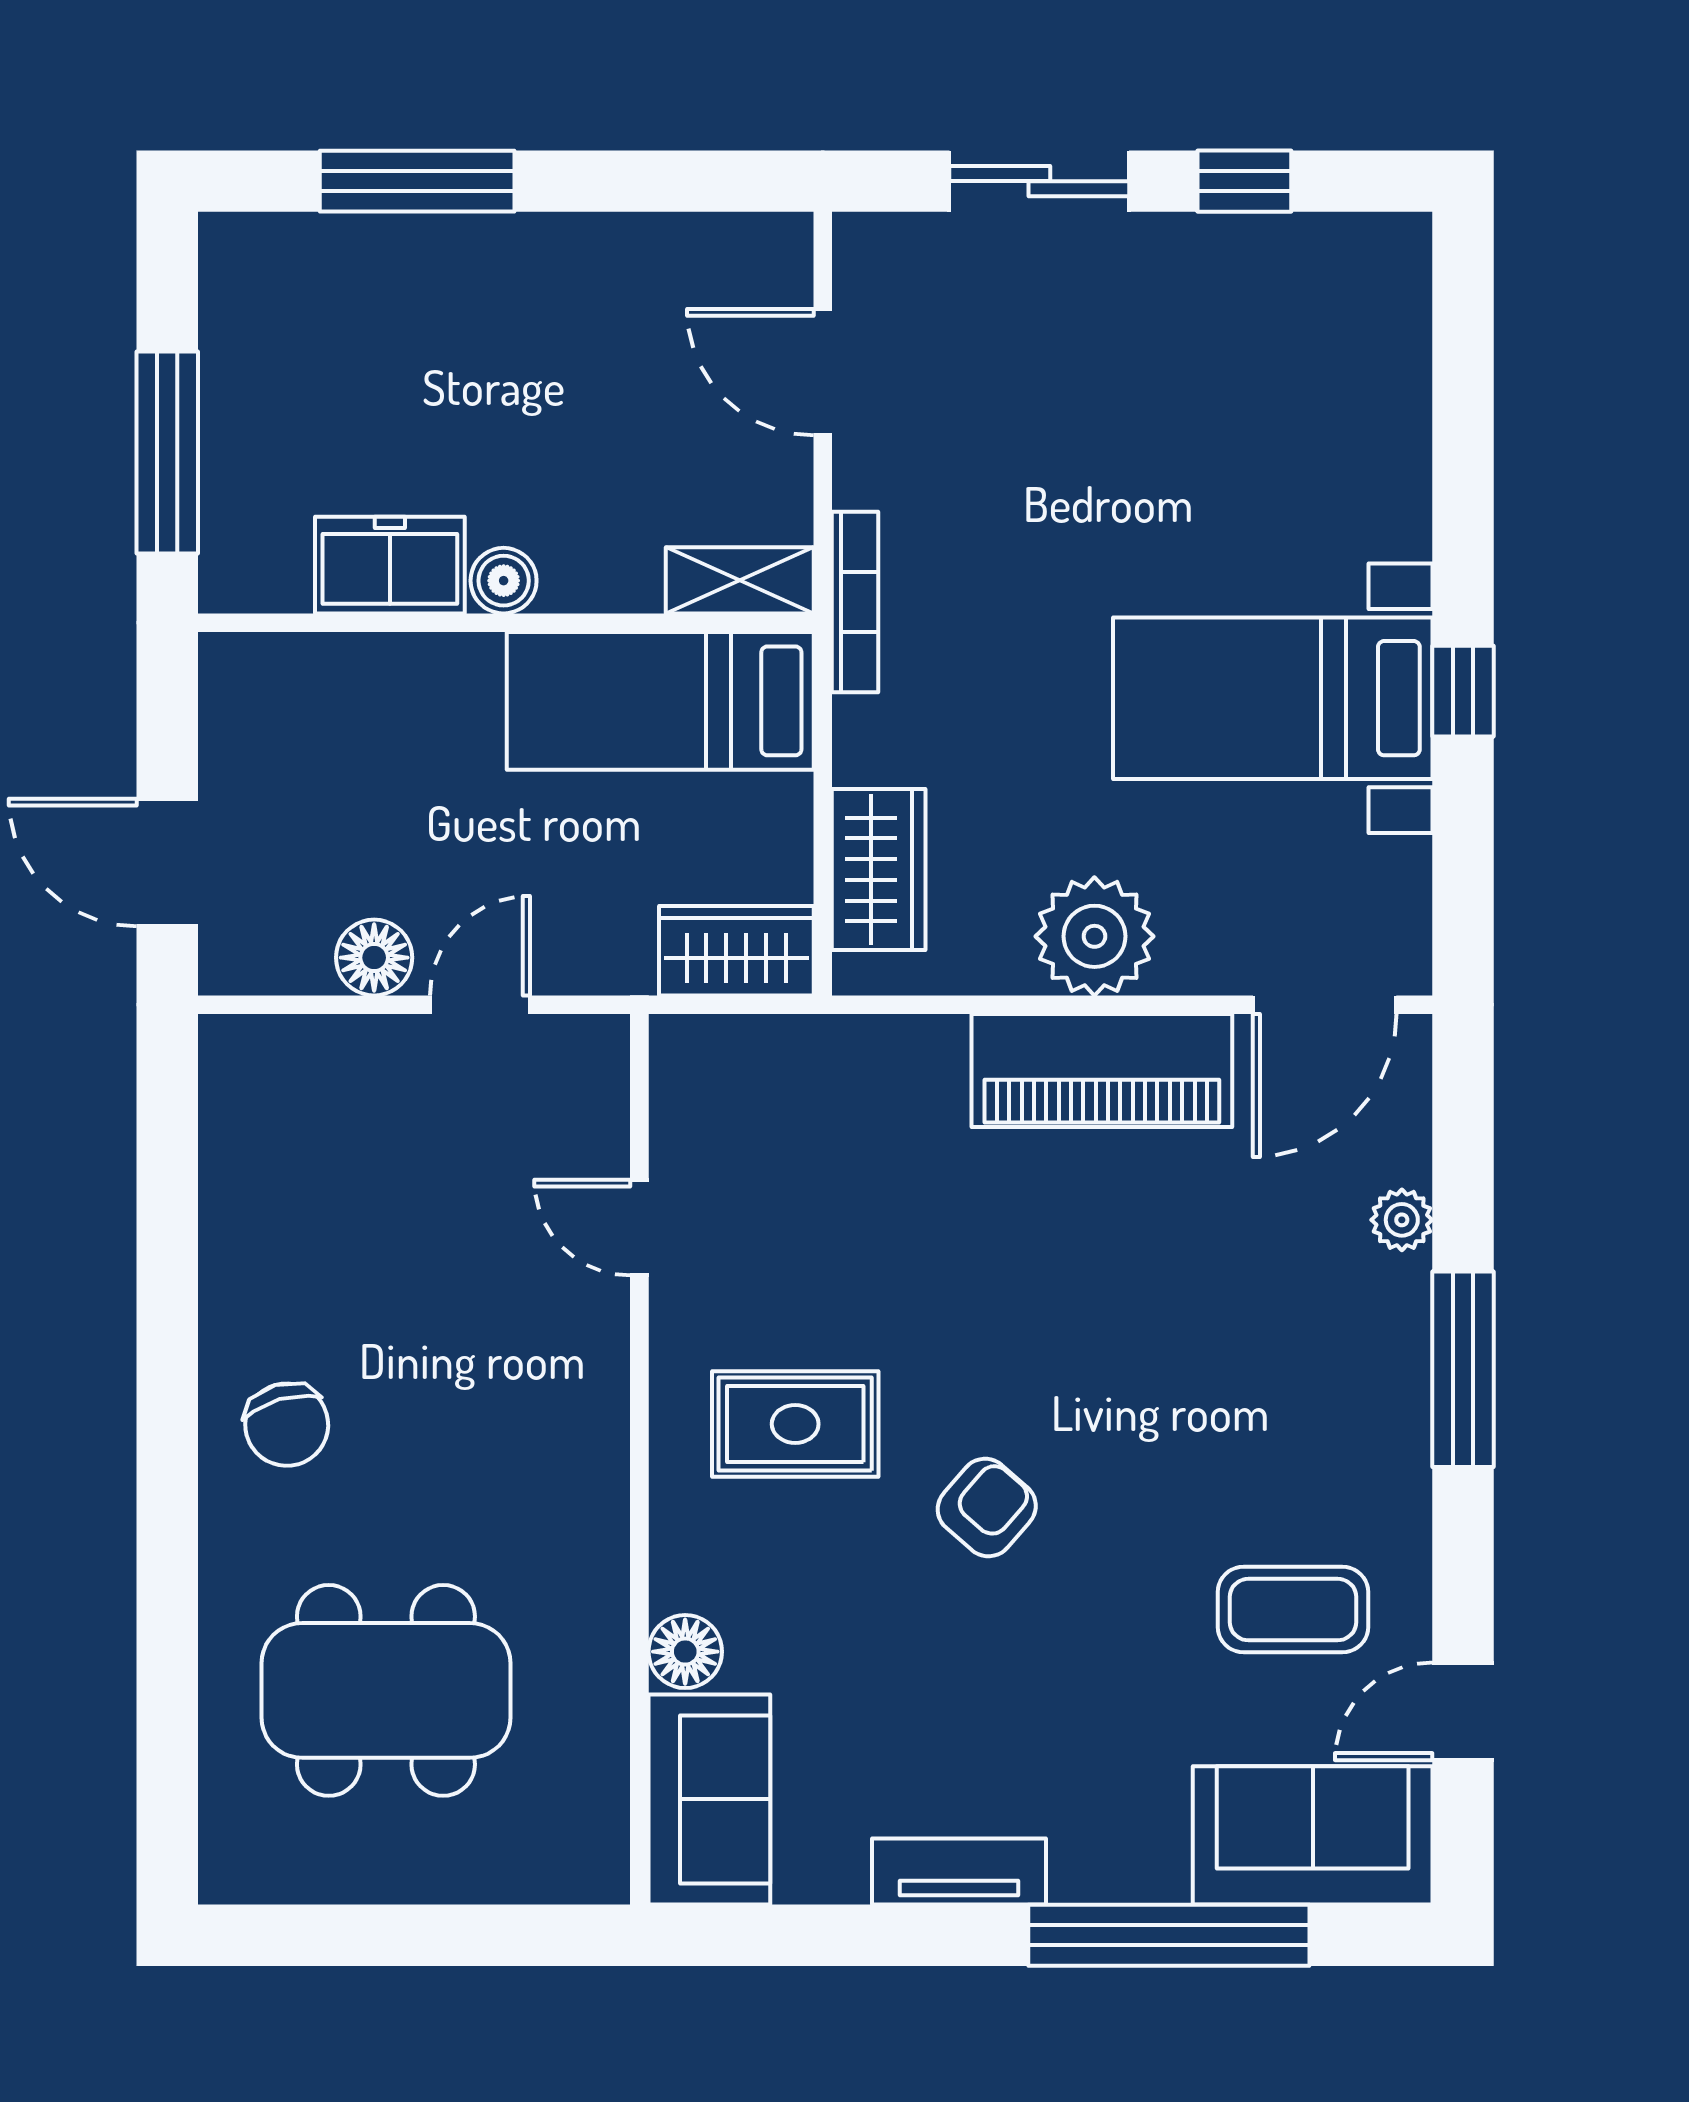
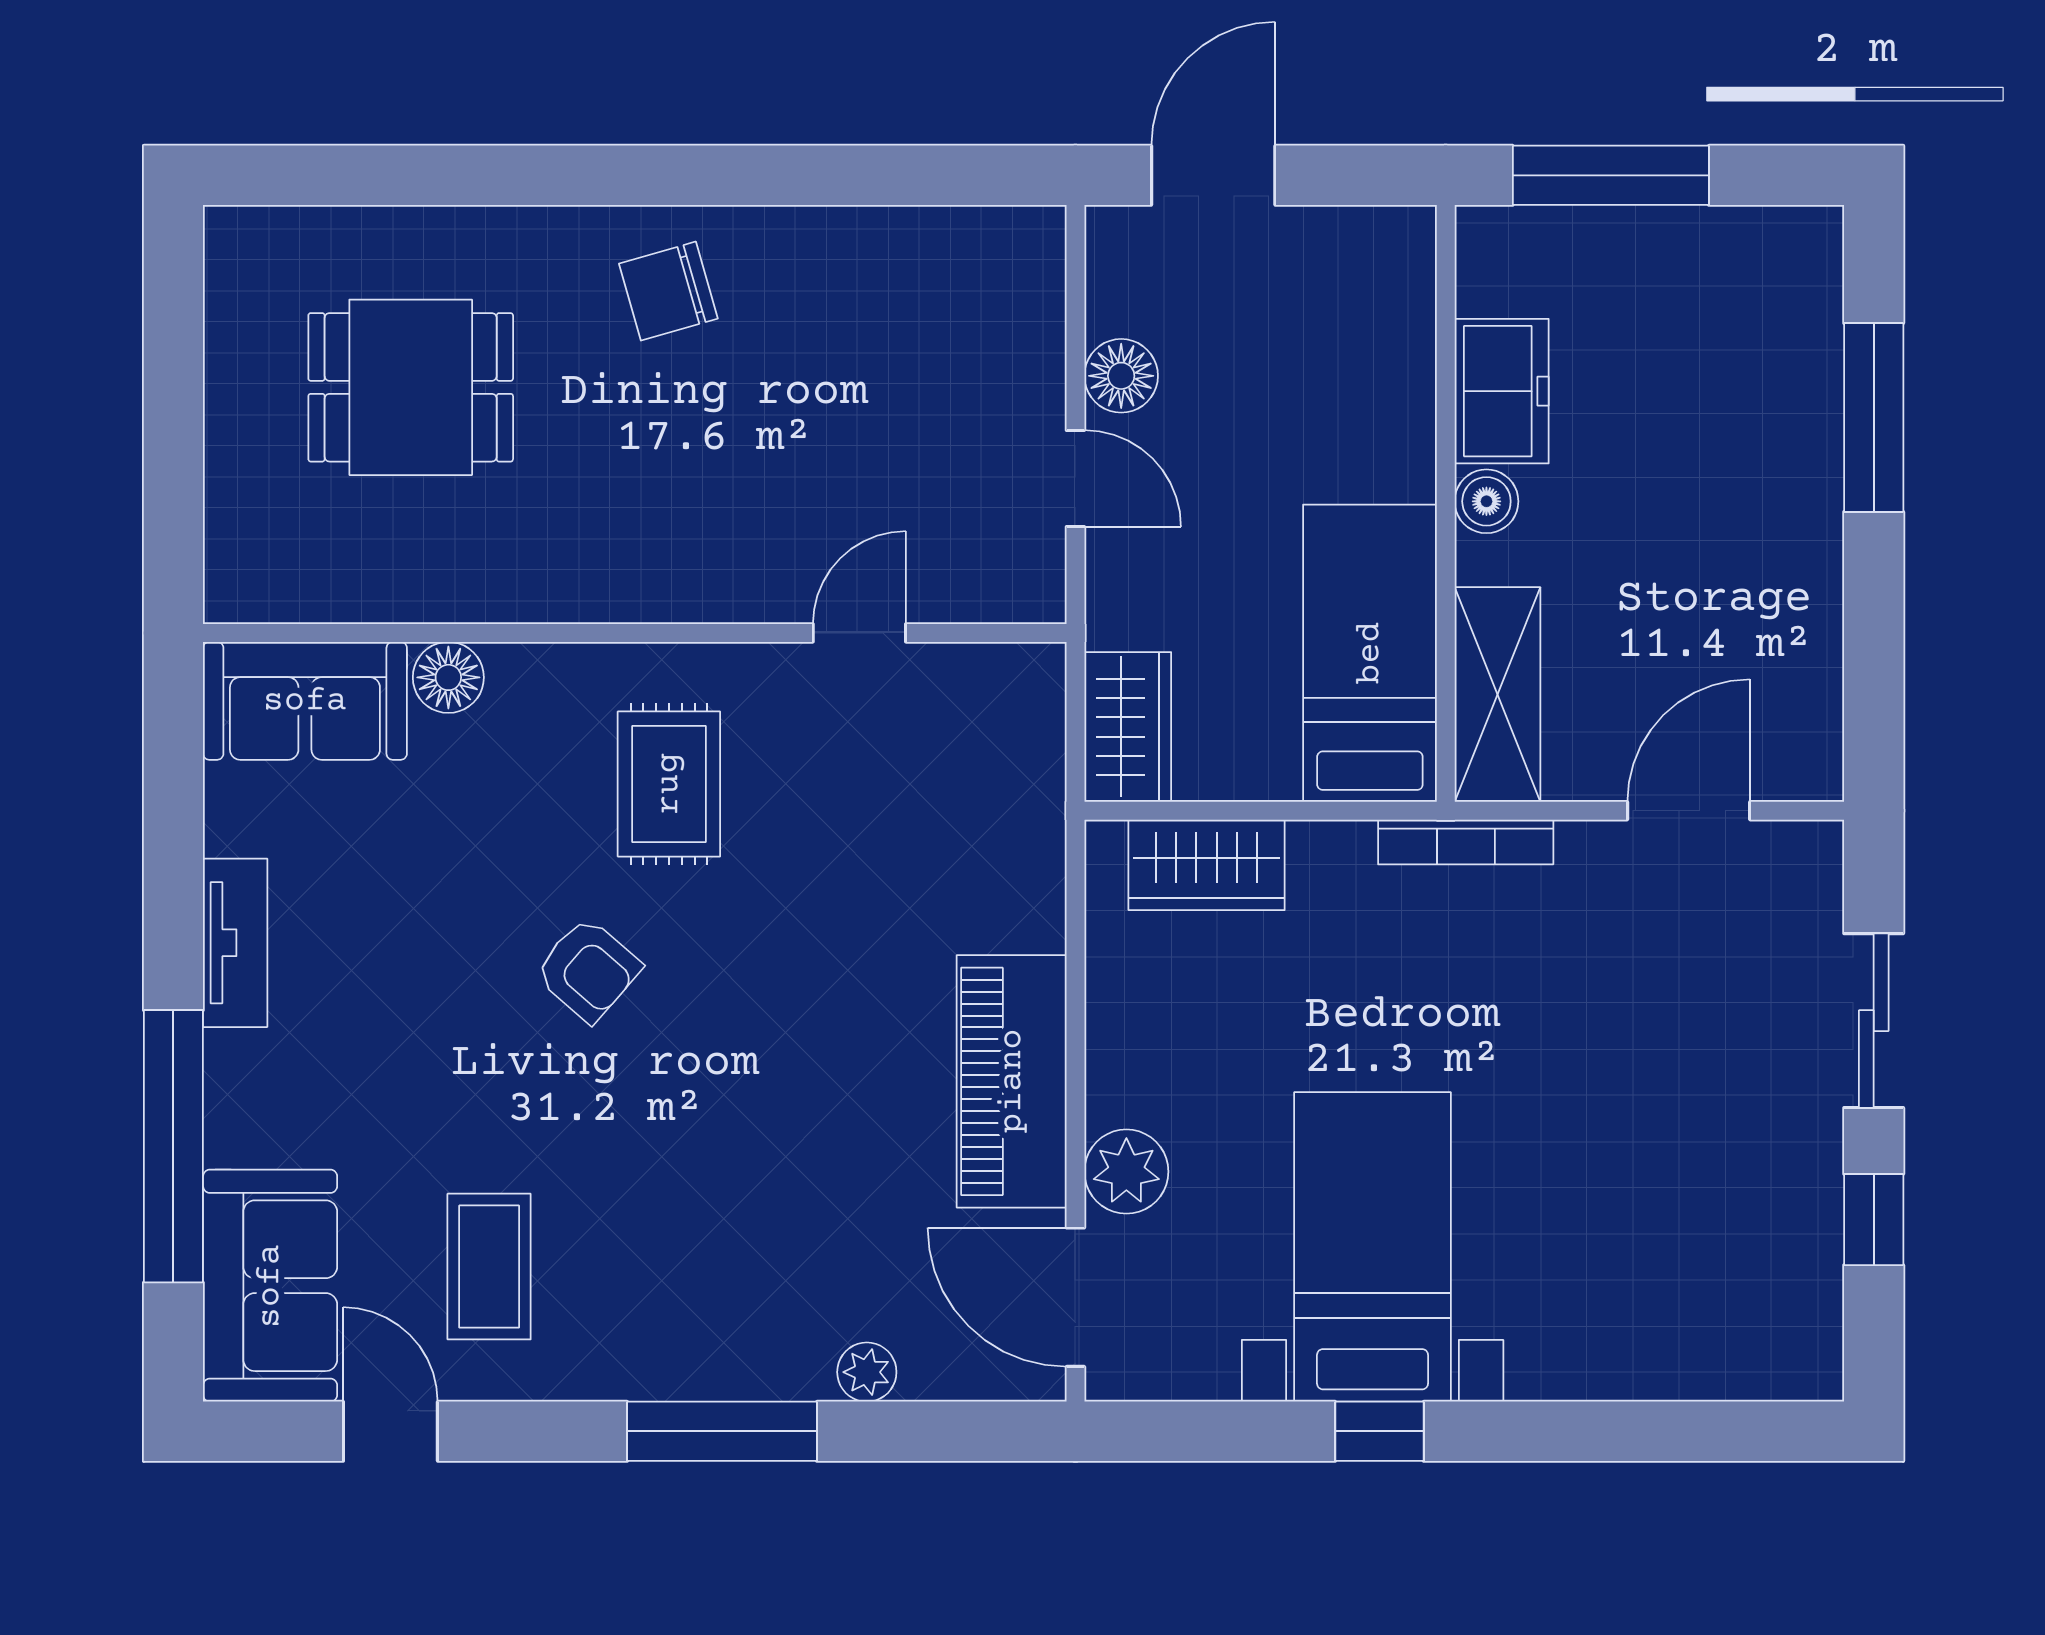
shelving: (740, 580) -> (1497, 695), width x1.50, depth x1.33
plant: (1094, 936) -> (1126, 1172), moved, width x0.73, depth x0.73
dining table: (386, 1690) -> (411, 387), width x0.73

